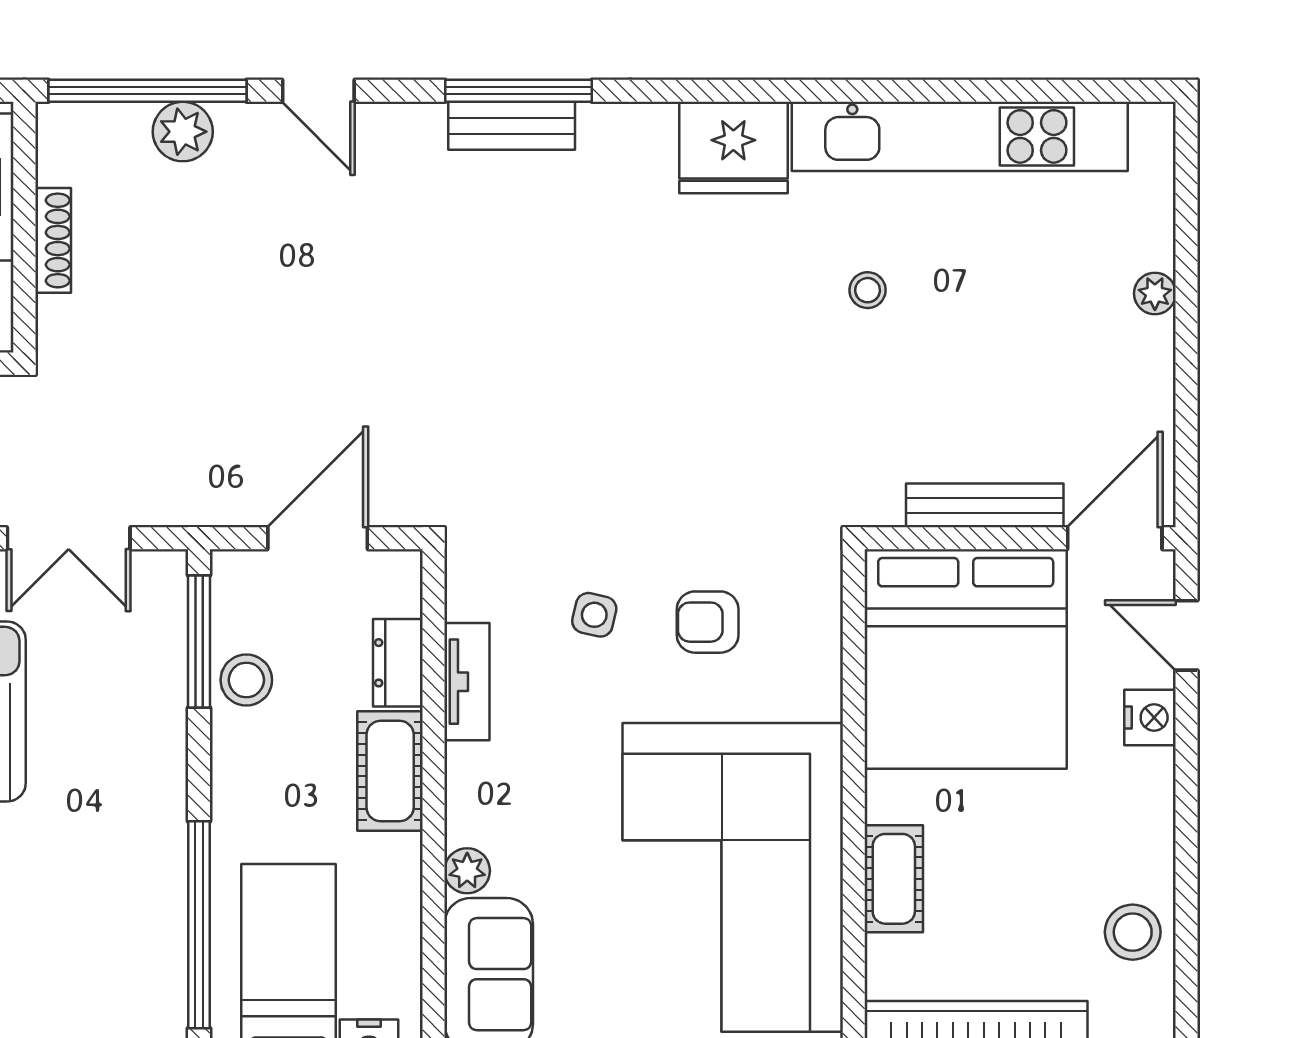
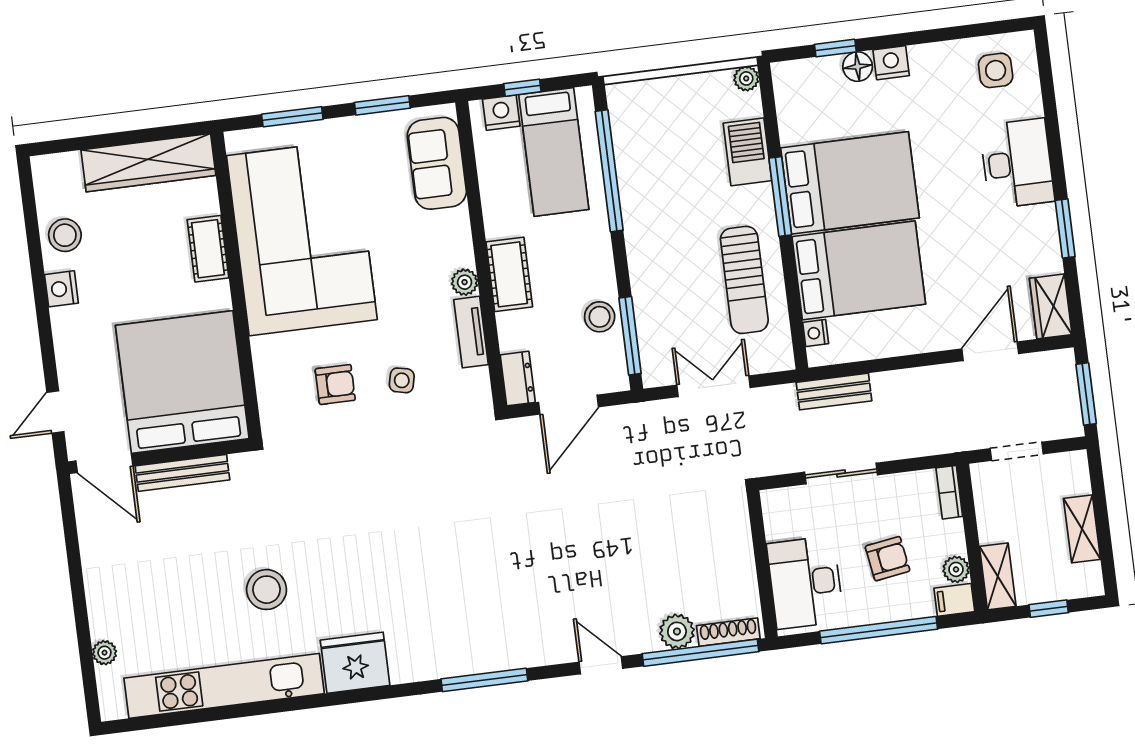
bench: (512, 126) -> (486, 659), removed
shoe rack: (53, 240) -> (728, 632), moved, turned 90
stool: (868, 290) -> (267, 590), width x1.89, depth x1.89
plant: (1155, 293) -> (105, 653), moved
door: (1115, 538) -> (104, 463), hinge flipped
door: (1187, 635) -> (55, 412), swing flipped
dresser: (398, 663) -> (518, 379), moved
nightstand: (1150, 717) -> (61, 289), moved
plant: (467, 871) -> (465, 282), moved

